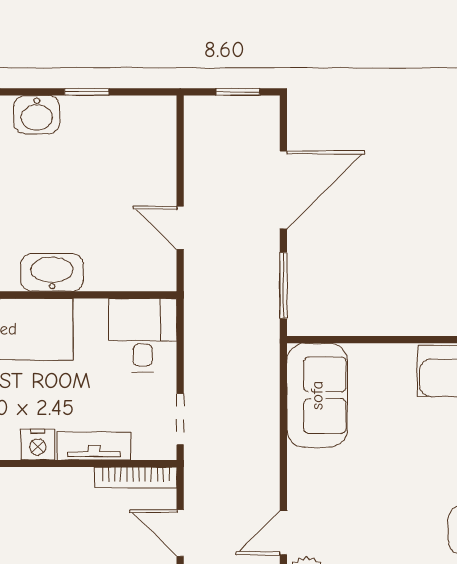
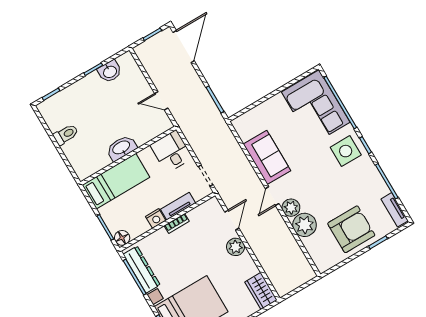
washbasin: (37, 115) -> (110, 71), moved
door: (283, 190) -> (184, 47), moved
sofa: (317, 395) -> (267, 157), moved
bookcase: (136, 477) -> (177, 223), moved, width x0.64
door: (180, 533) -> (232, 220), swing flipped

